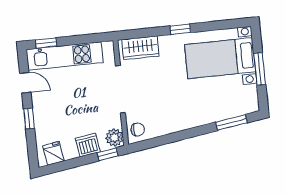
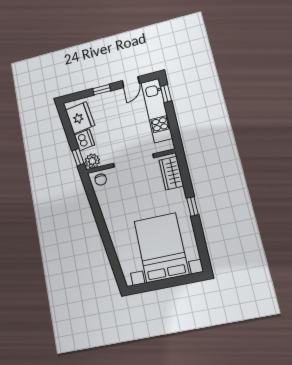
bed with nightstands: (220, 58) -> (161, 247), width x1.36
window: (260, 69) -> (165, 283), removed
window: (232, 122) -> (114, 262), removed
fridge: (53, 153) -> (80, 118), width x1.88, depth x1.34

